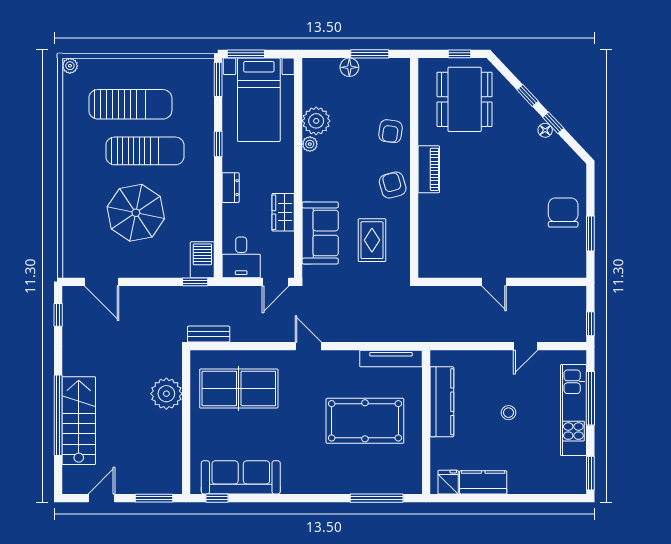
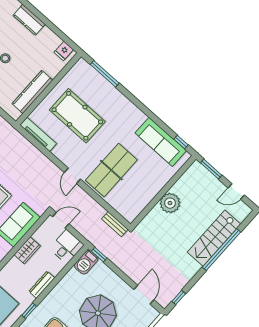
dresser: (231, 188) -> (42, 285), width x1.44
table tennis table: (239, 388) -> (111, 170), moved, turned 90
plant: (166, 394) -> (170, 203), moved
kitchen counter: (483, 482) -> (29, 20), moved

